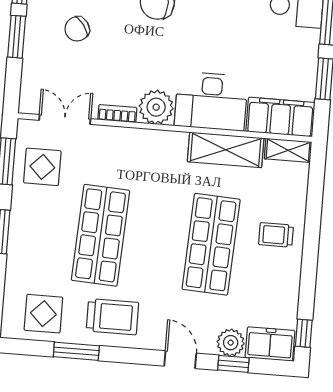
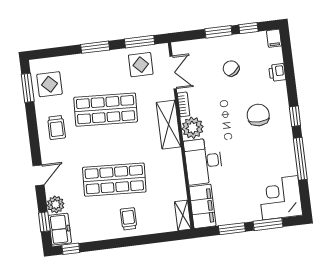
shelving: (226, 150) -> (169, 125), moved
trolley: (112, 317) -> (56, 128), width x0.73, depth x0.72
window: (76, 351) -> (28, 88), moved
window: (233, 364) -> (44, 222), moved

